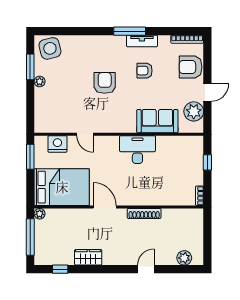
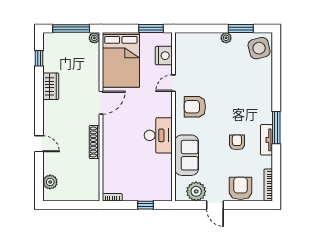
armchair: (105, 83) -> (195, 107), moved, turned 180

